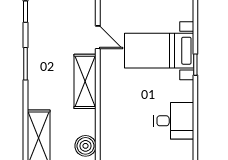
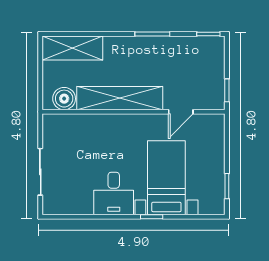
shelving: (85, 81) -> (120, 98), width x1.47
desk: (174, 121) -> (114, 193), moved

